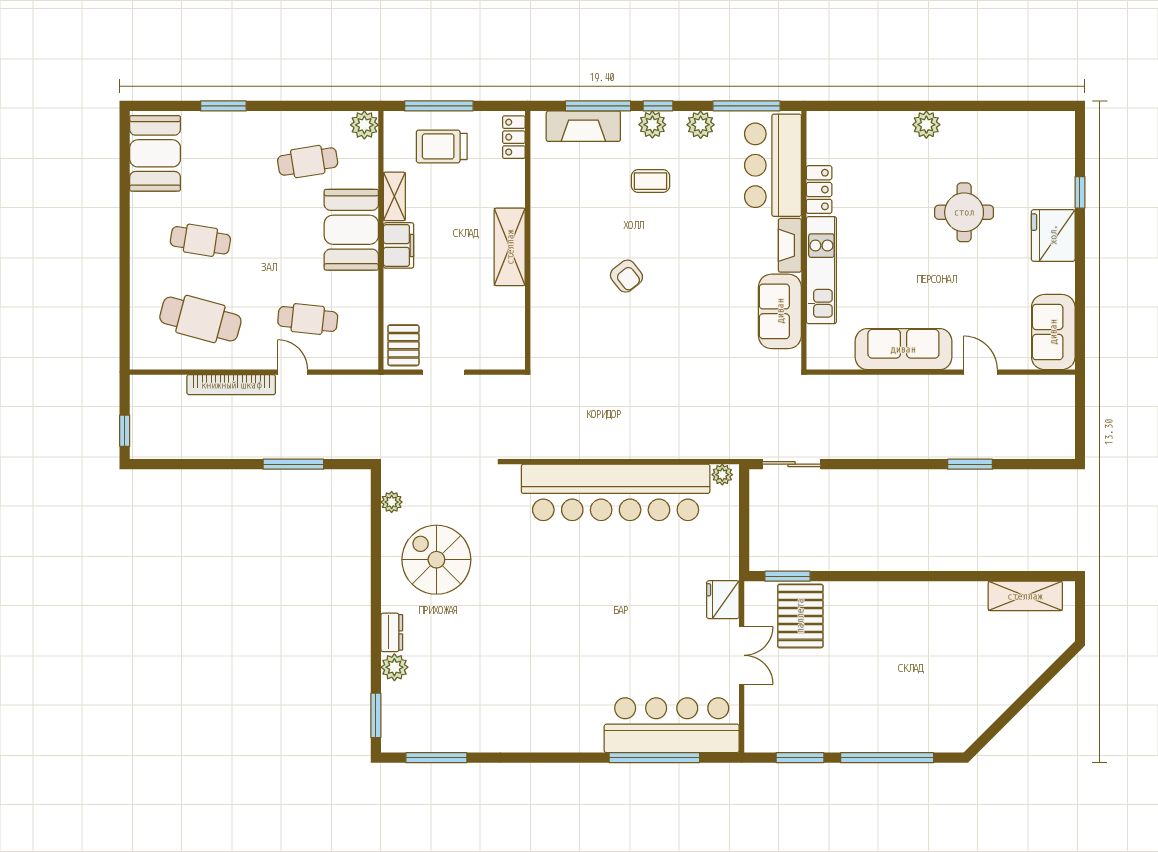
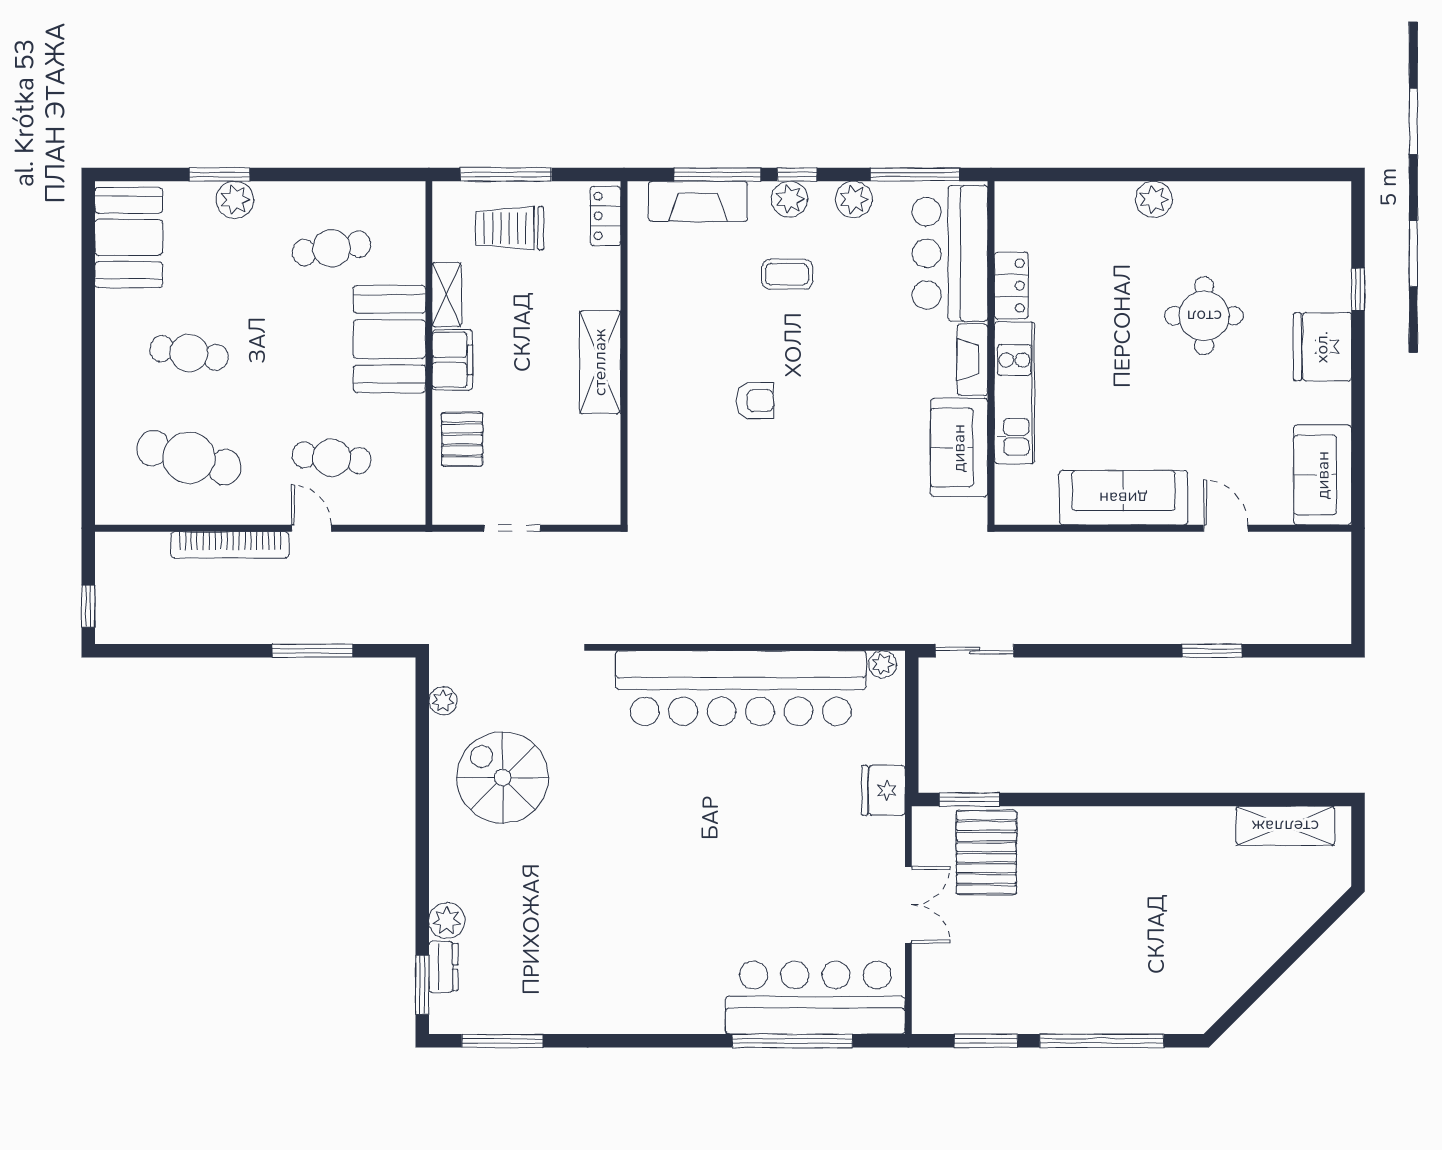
plant: (364, 125) -> (235, 200), moved
armchair: (626, 276) -> (755, 401), turned -52
pallet: (403, 345) -> (462, 439), moved
fridge: (723, 600) -> (883, 790), moved
dresser: (392, 632) -> (443, 967), moved

